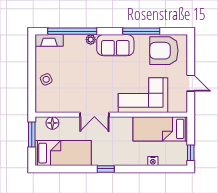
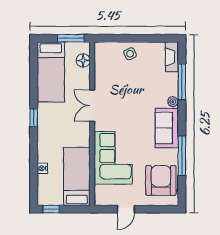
window: (72, 31) -> (182, 82), width x0.68

